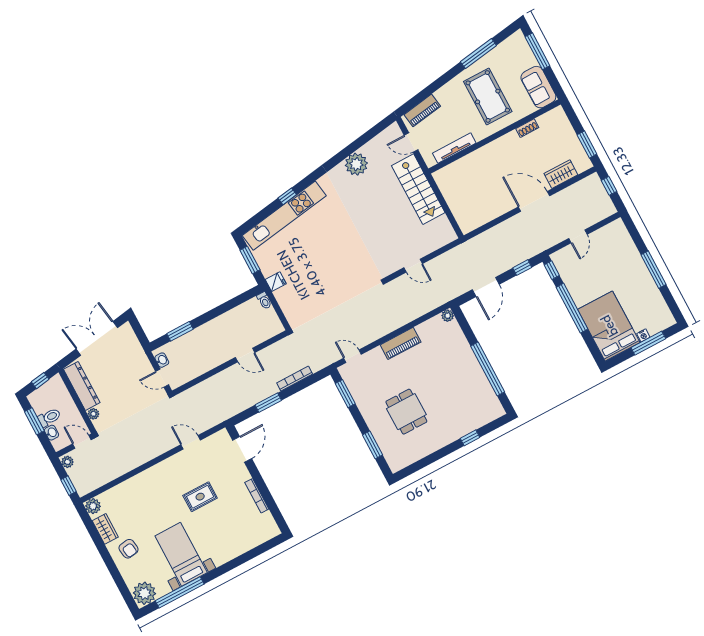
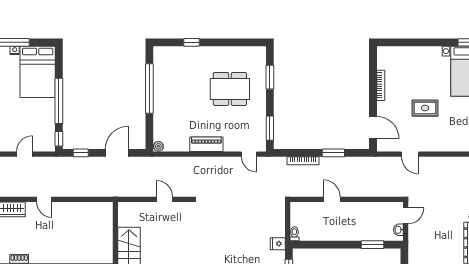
door: (534, 201) -> (44, 199), width x0.53
door: (162, 378) -> (406, 216), hinge flipped
dining table: (406, 412) -> (230, 89), width x1.38
door: (242, 449) -> (373, 127), swing flipped

